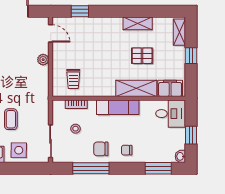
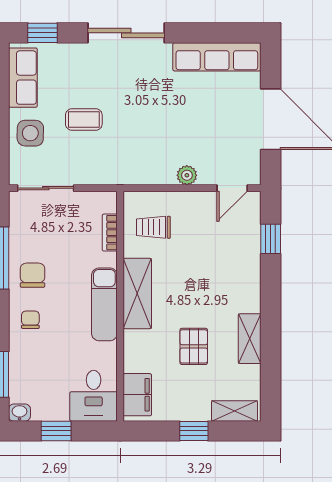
shelving: (136, 88) -> (137, 294), moved
stool: (76, 129) -> (68, 231), removed

